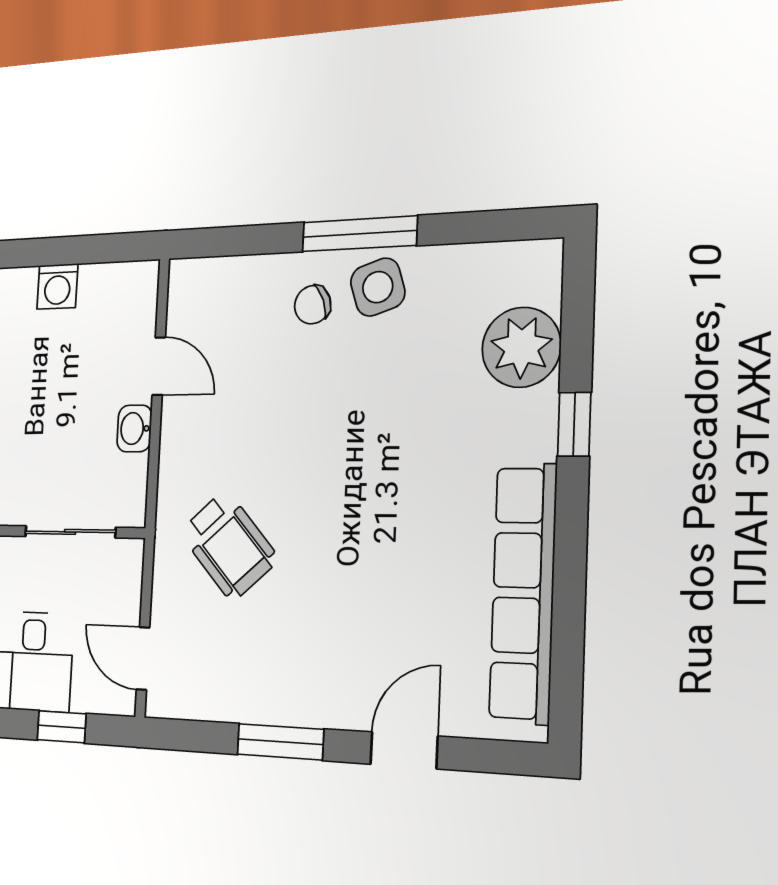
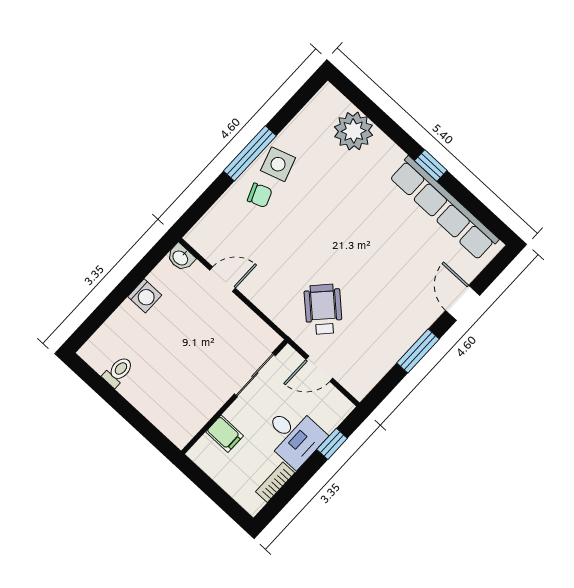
chair: (313, 305) -> (260, 195), turned -91
window: (574, 424) -> (431, 166), moved
washbasin: (134, 428) -> (181, 258), moved
wheelchair: (229, 545) -> (323, 309), turned -95
door: (143, 658) -> (319, 369), moved

